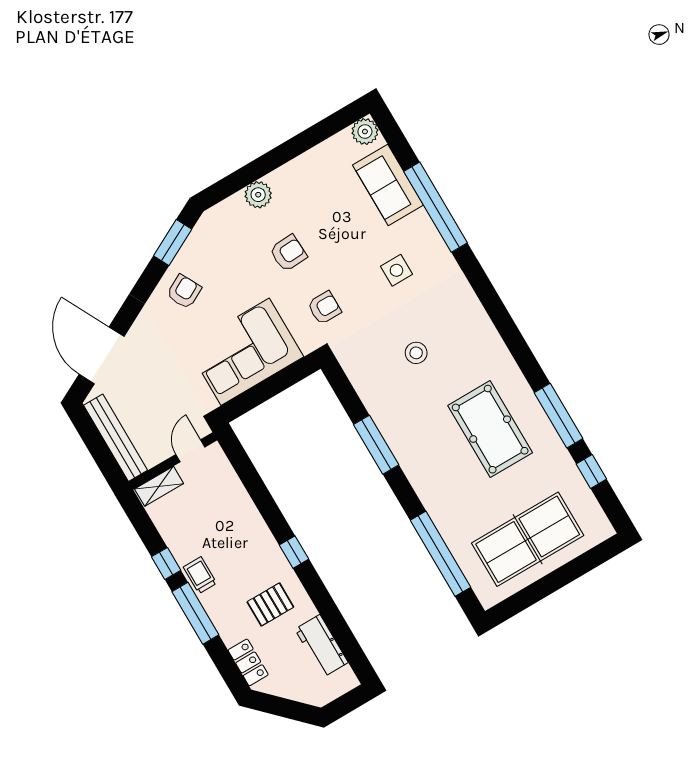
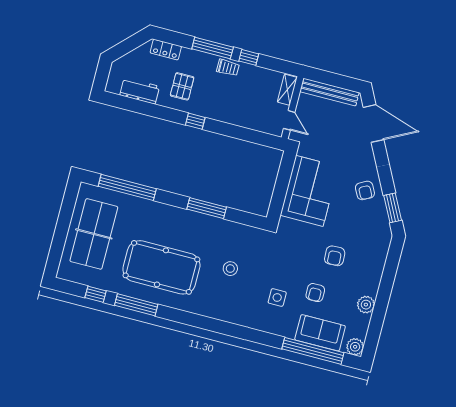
plant: (258, 195) -> (366, 305), moved
window: (436, 207) -> (313, 351), moved
armchair: (324, 308) -> (315, 293), moved
pool table: (490, 429) -> (161, 267), width x1.36, depth x1.32

